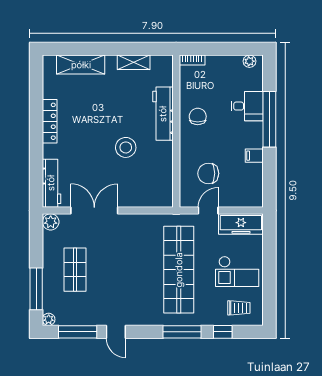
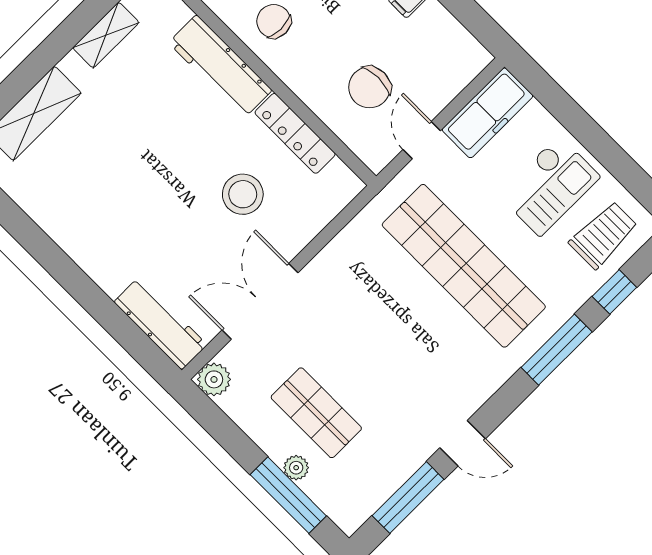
locker: (50, 121) -> (295, 133), moved, turned 180
stool: (126, 147) -> (243, 194), moved
trolley: (239, 308) -> (603, 235), width x1.36, depth x1.39
plant: (49, 319) -> (296, 468), moved

